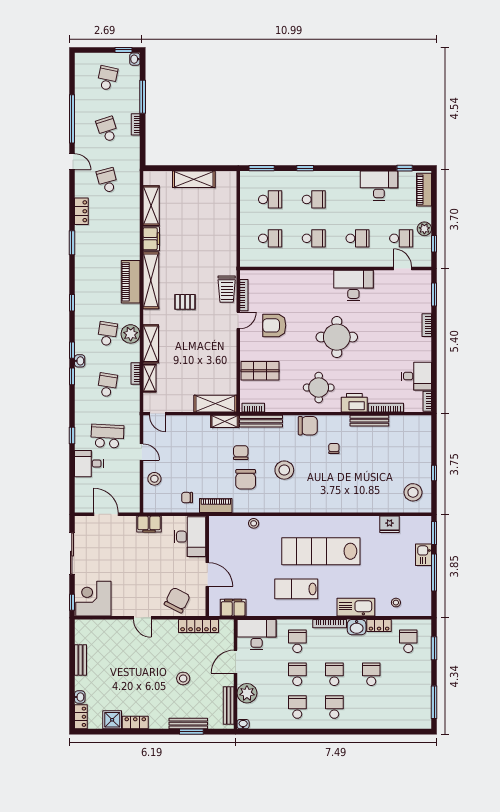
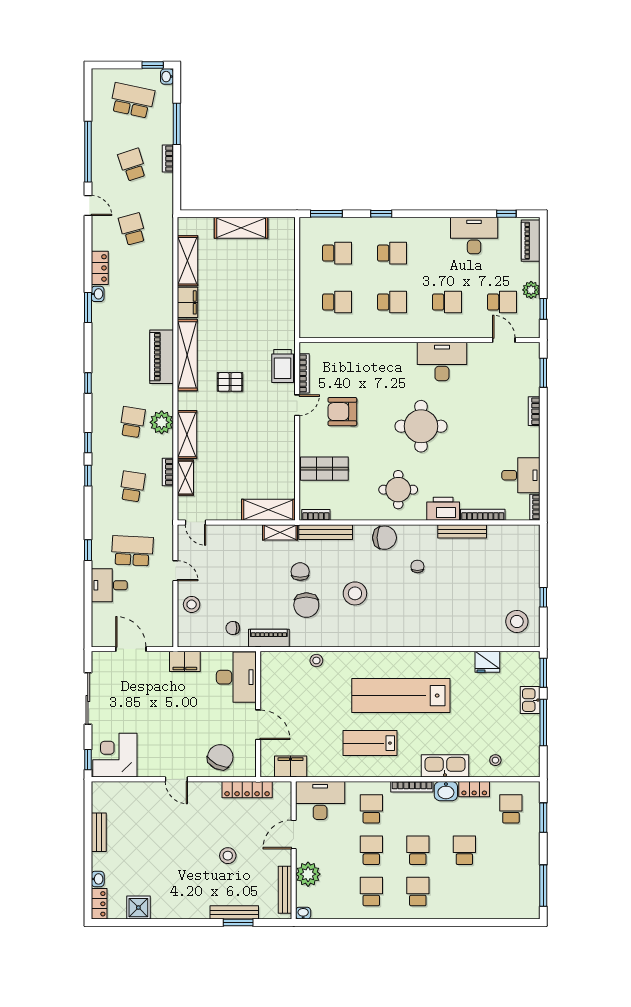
school desk: (107, 78) -> (132, 100), width x1.85
washbasin: (80, 361) -> (98, 294), moved
locker: (135, 722) -> (167, 911), removed

